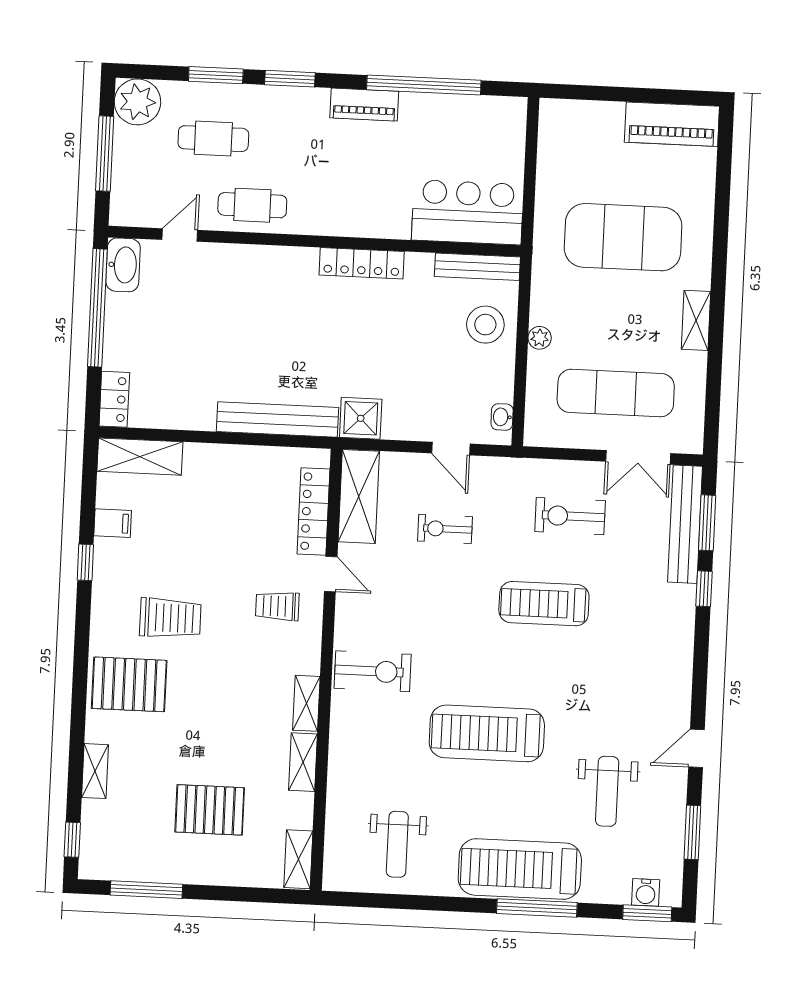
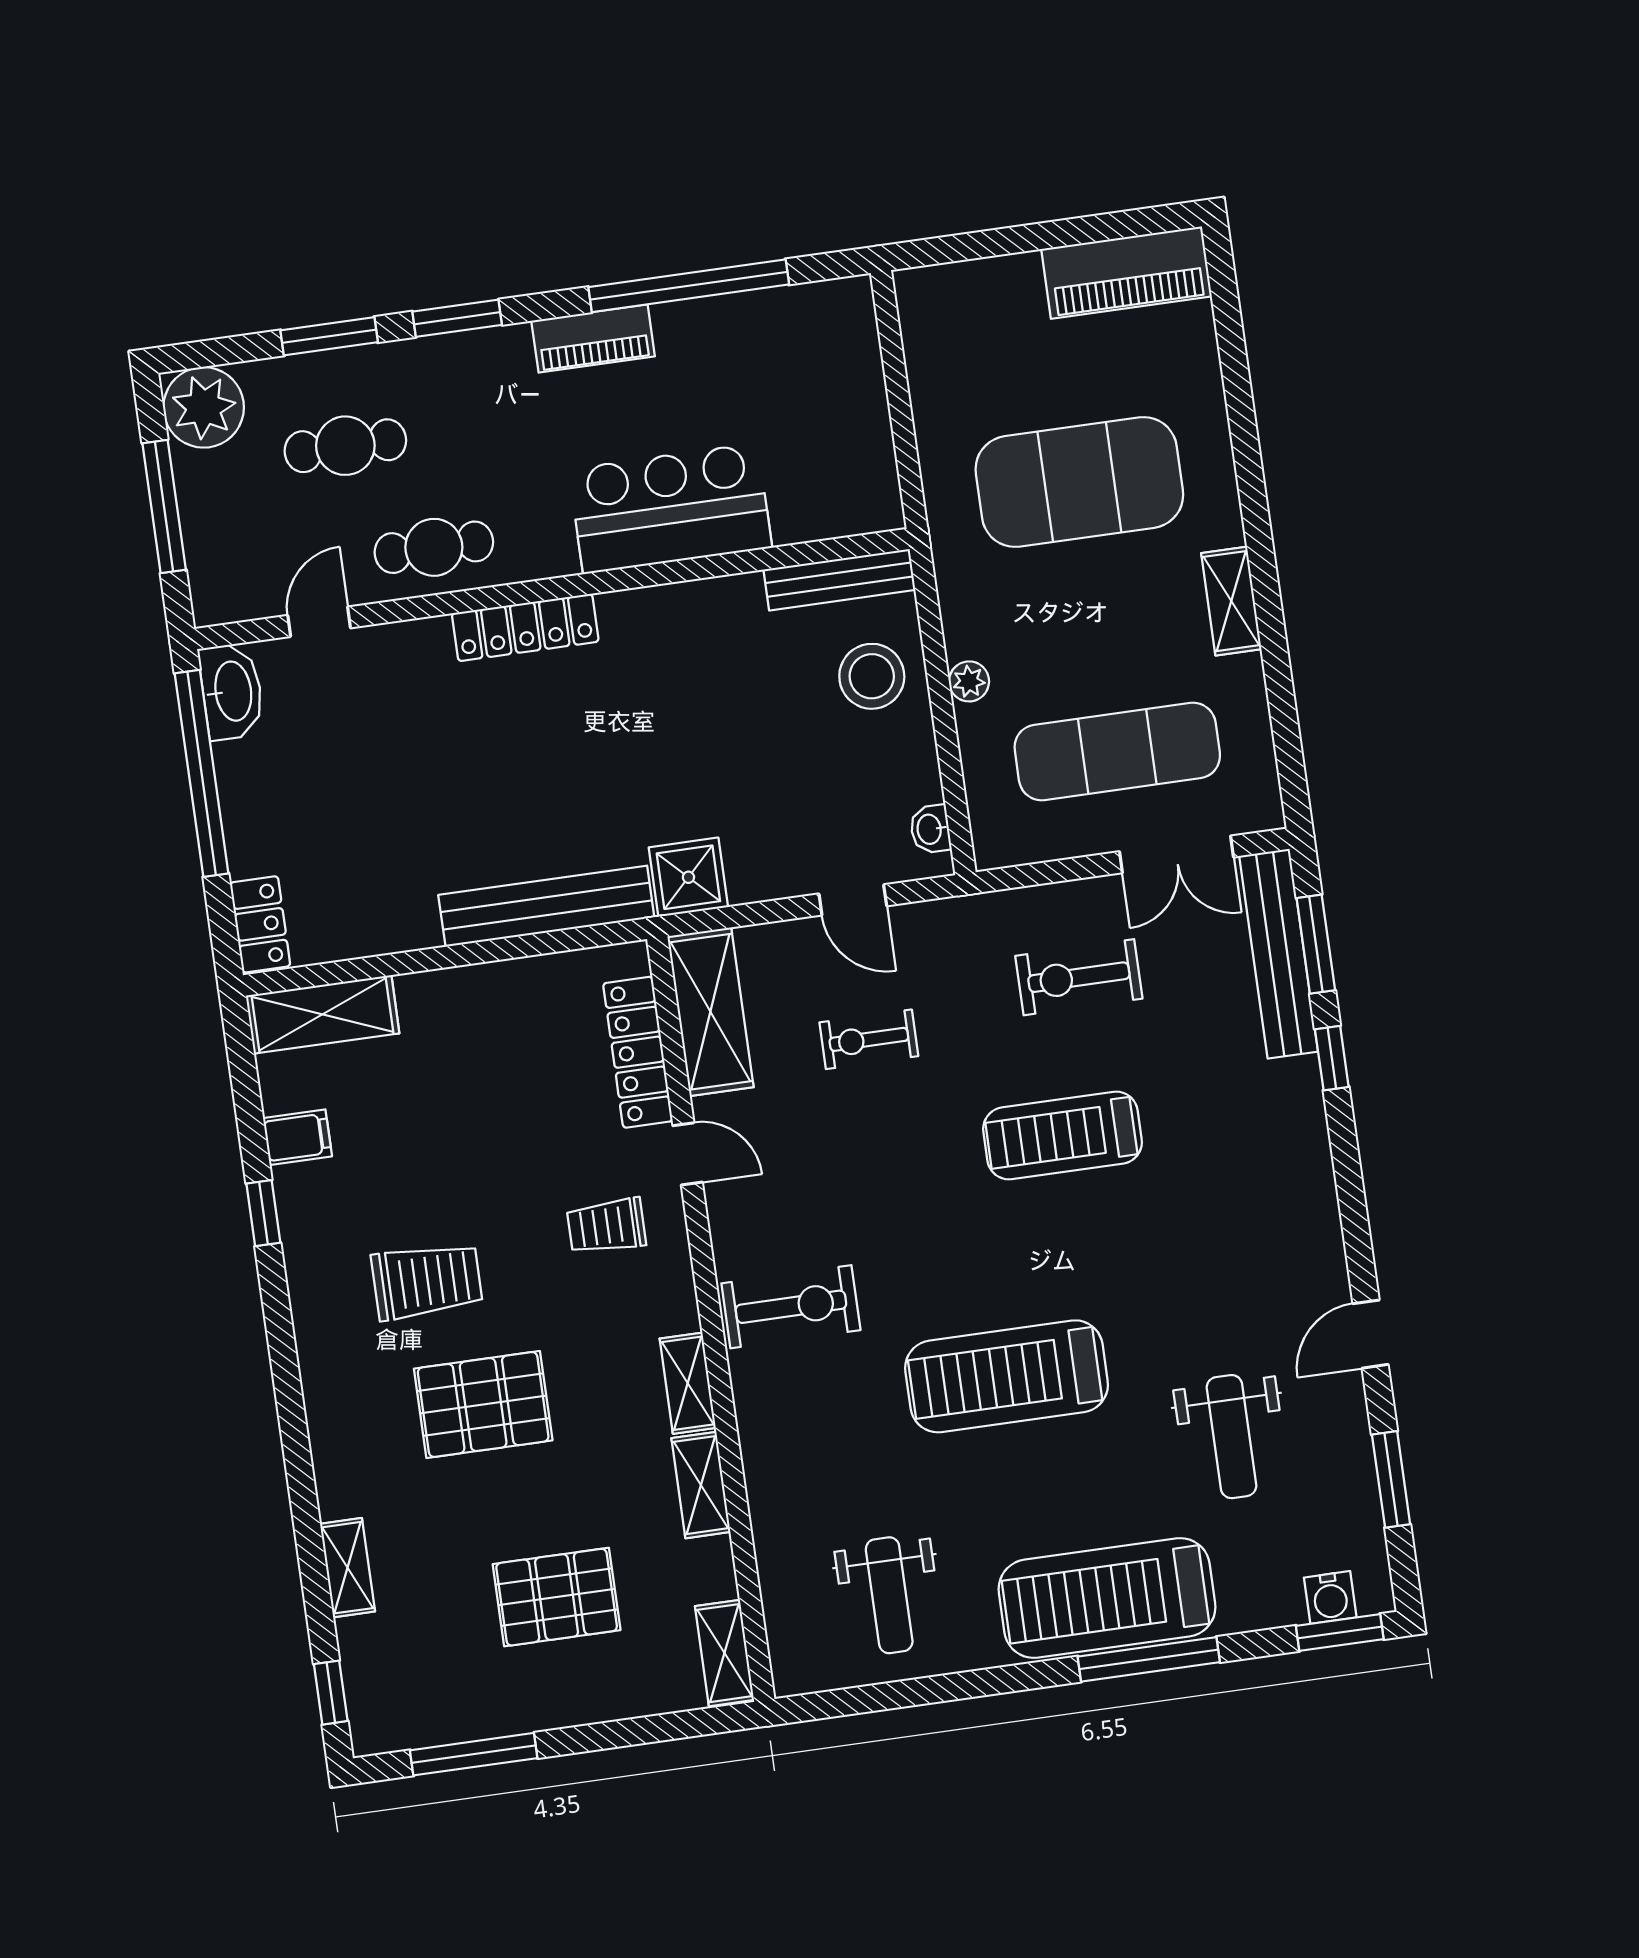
bar counter: (468, 212) -> (670, 509), moved
locker: (362, 263) -> (525, 627), moved
pallet: (129, 684) -> (483, 1405), moved

